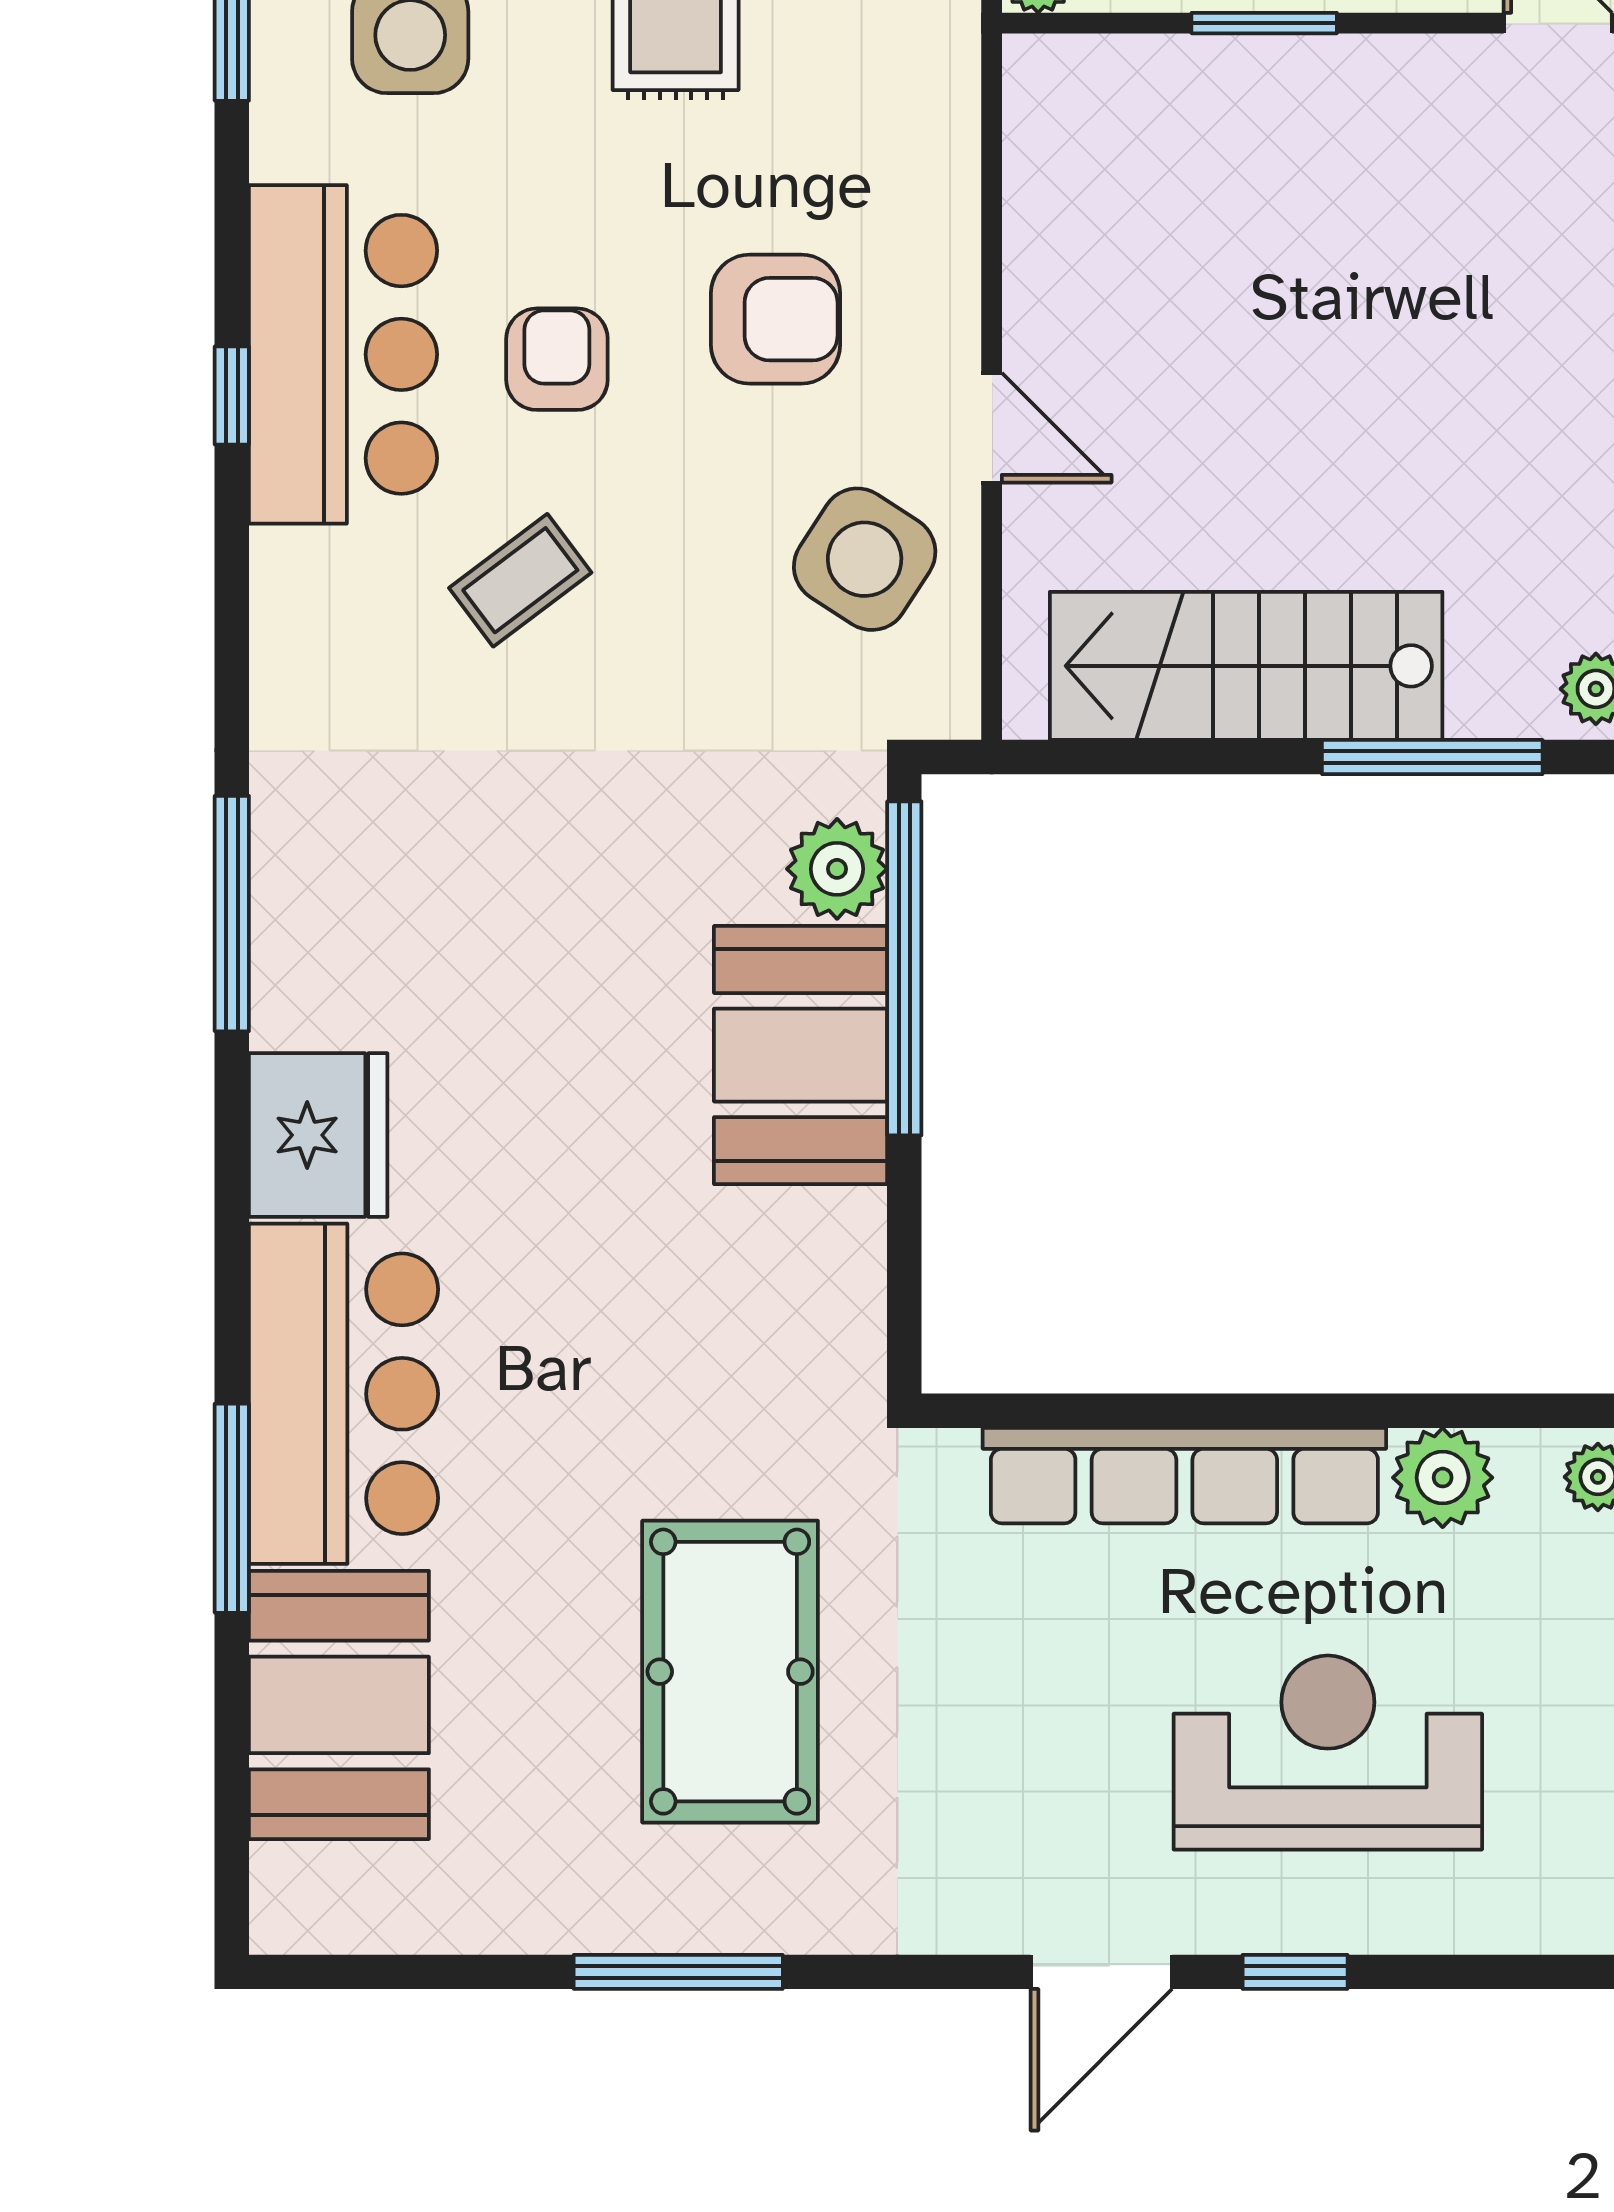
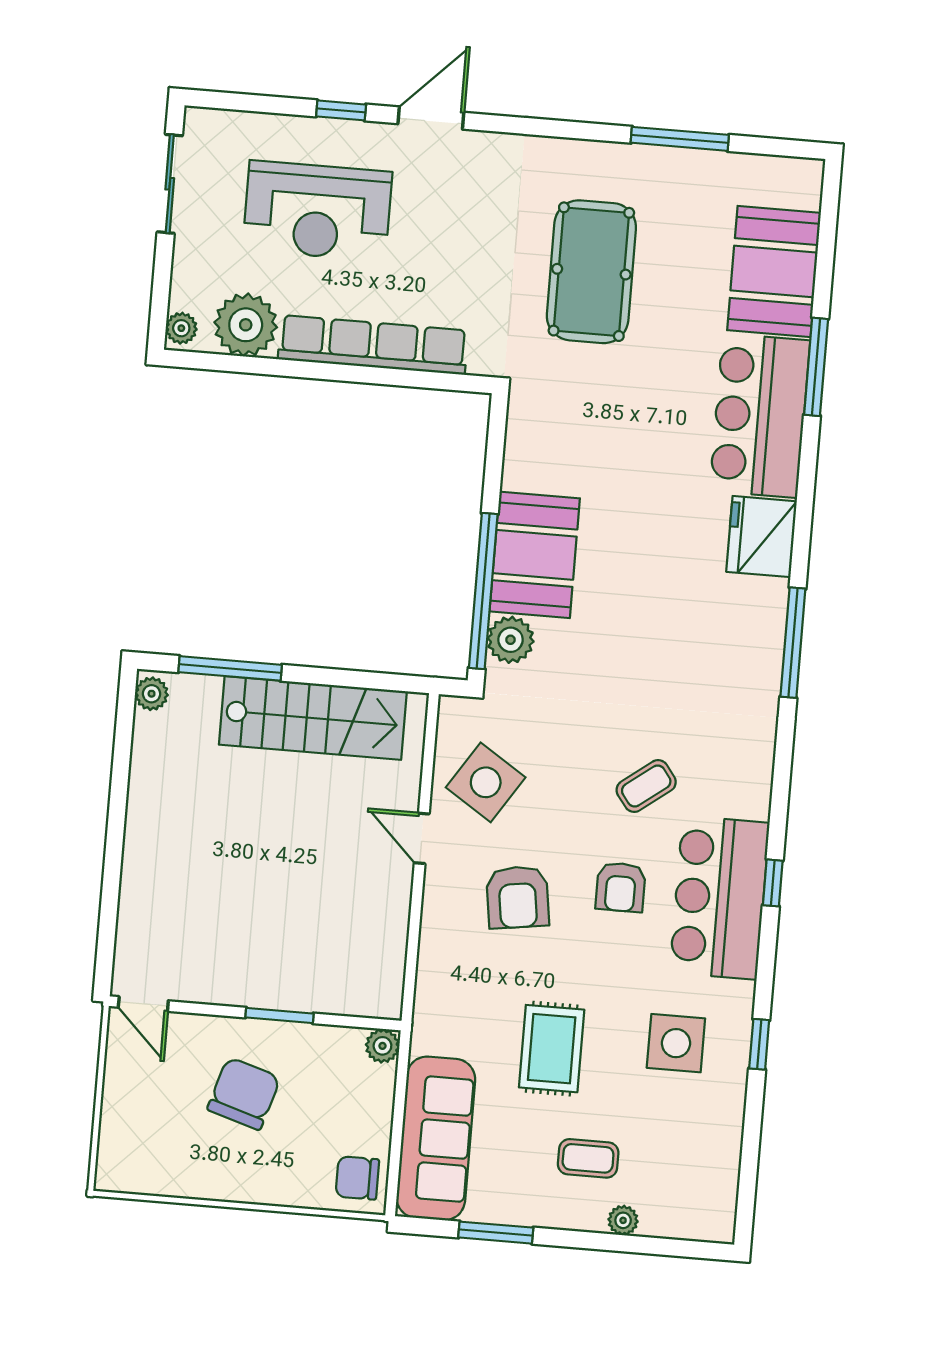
armchair: (776, 319) -> (518, 897), turned -98
plant: (1443, 1478) -> (246, 325), width x1.36, depth x1.36
window: (678, 1972) -> (680, 139), moved

